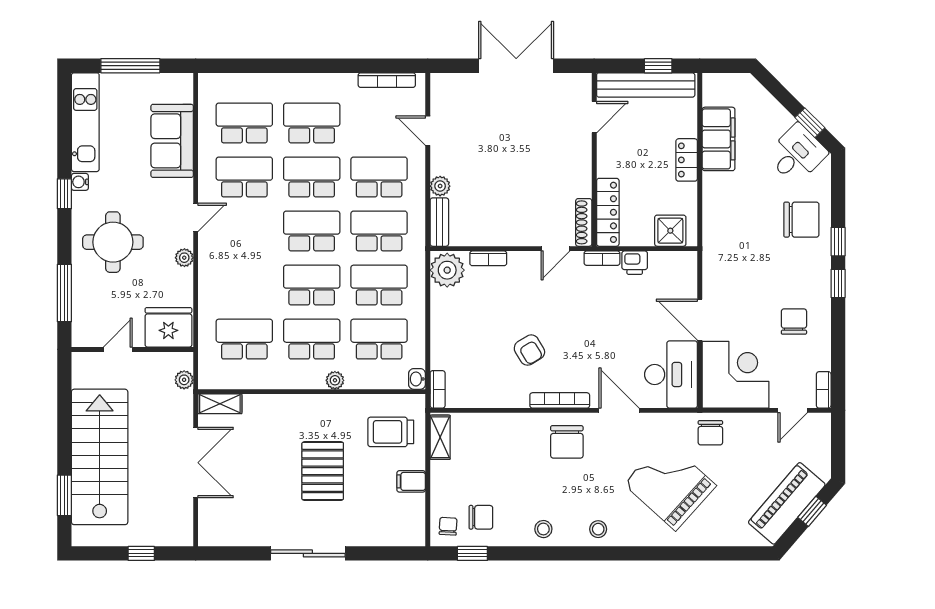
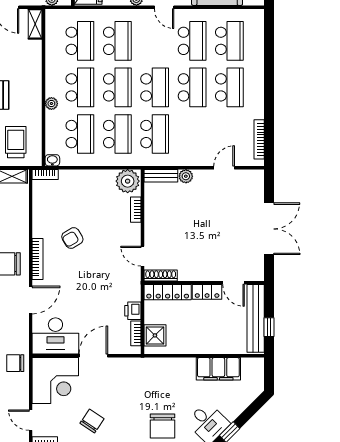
locker: (687, 160) -> (207, 292), moved, turned 180
school desk: (379, 177) -> (117, 41), moved
bookcase: (602, 258) -> (136, 333), moved
chair: (794, 322) -> (92, 421), turned -56

